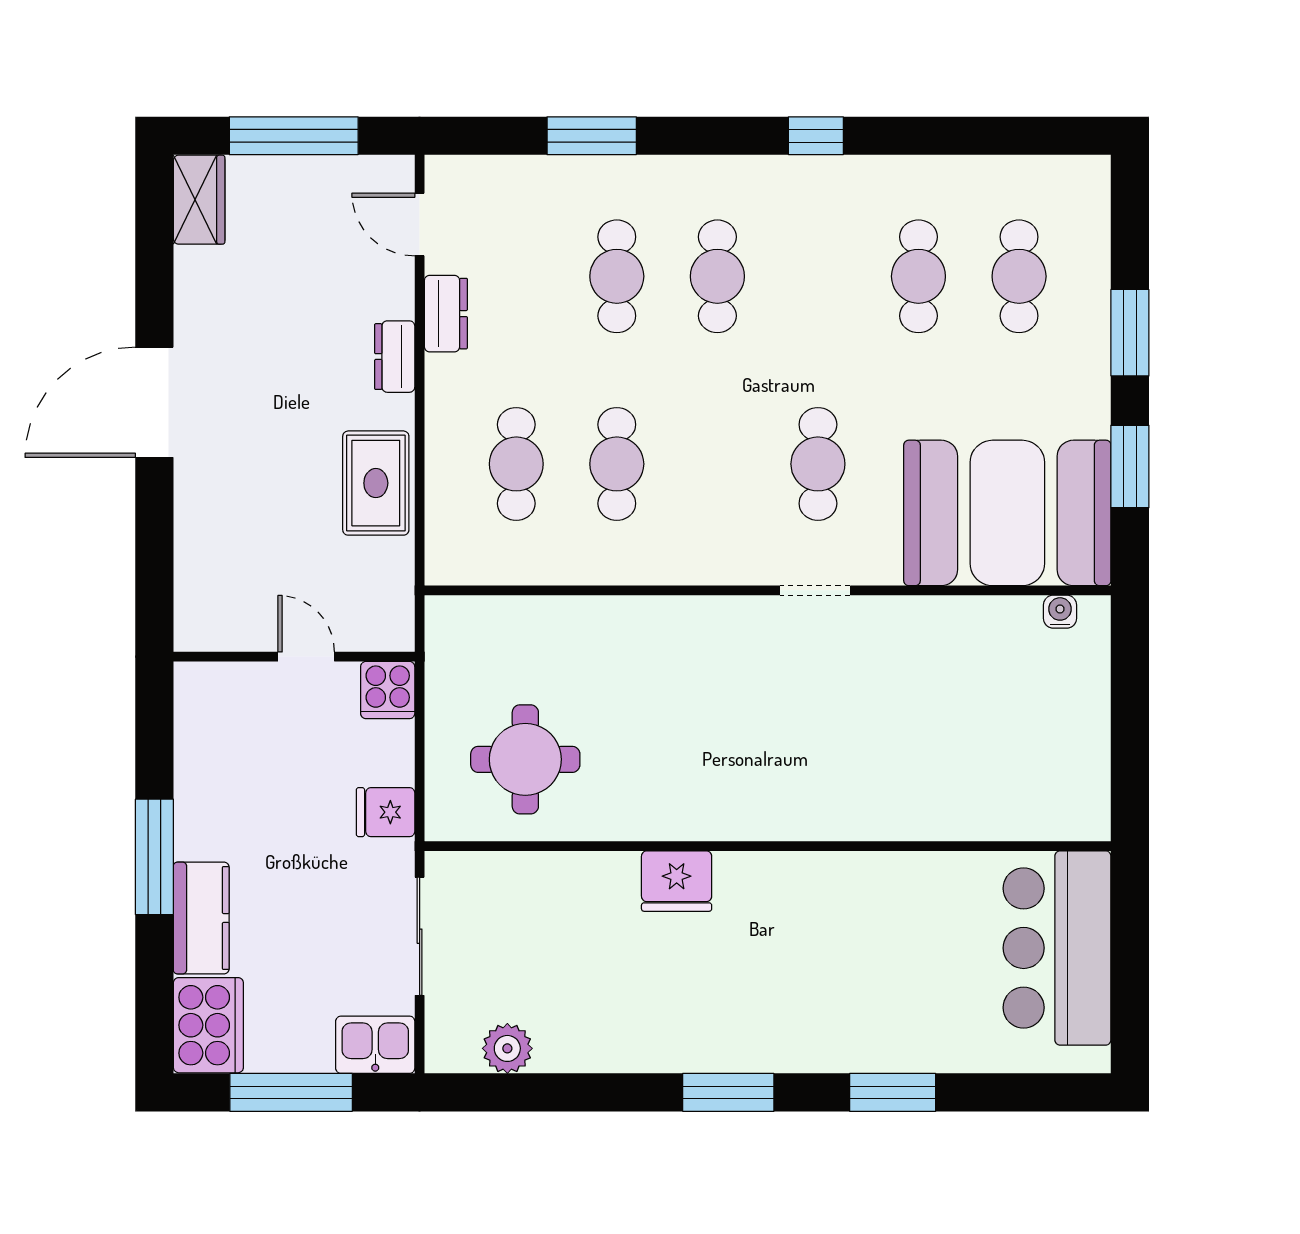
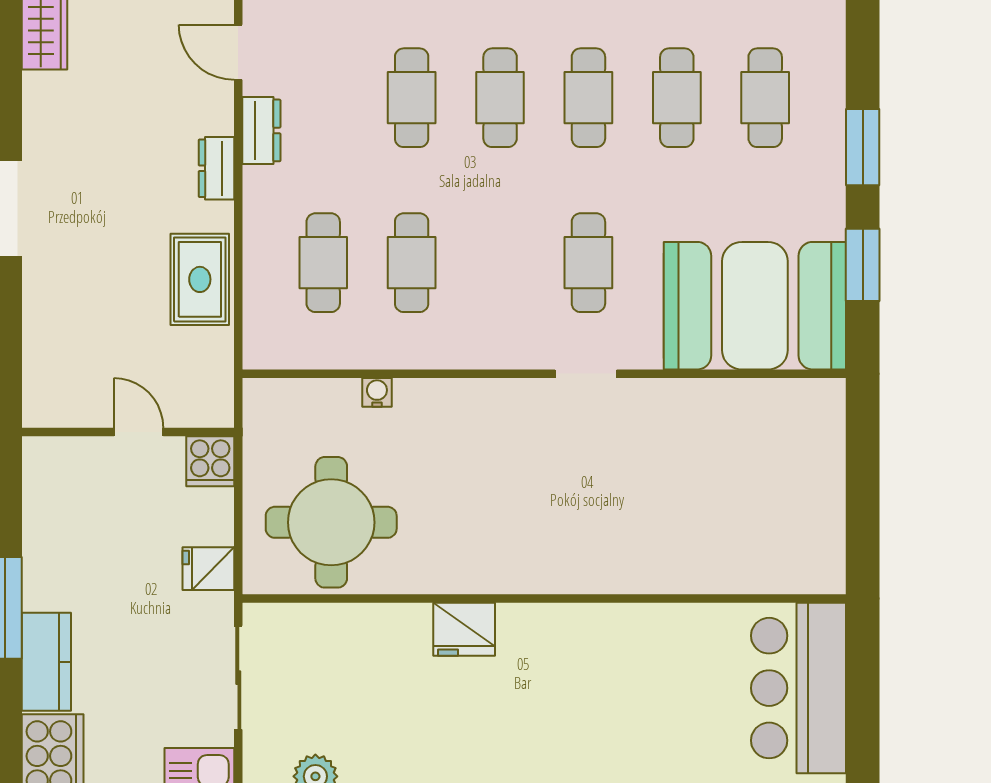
cafe table: (818, 276) -> (588, 98), added
water cooler: (1060, 612) -> (377, 392), moved
round table: (525, 759) -> (331, 522), width x1.36, depth x1.36

